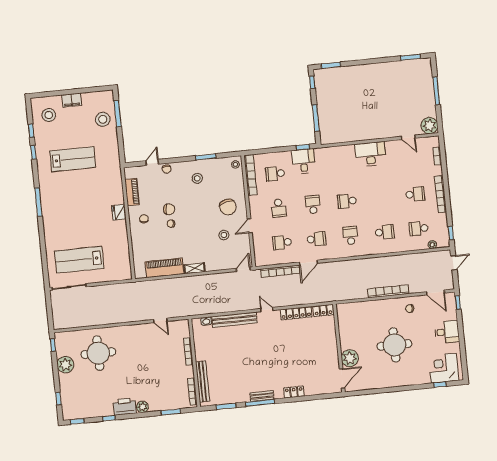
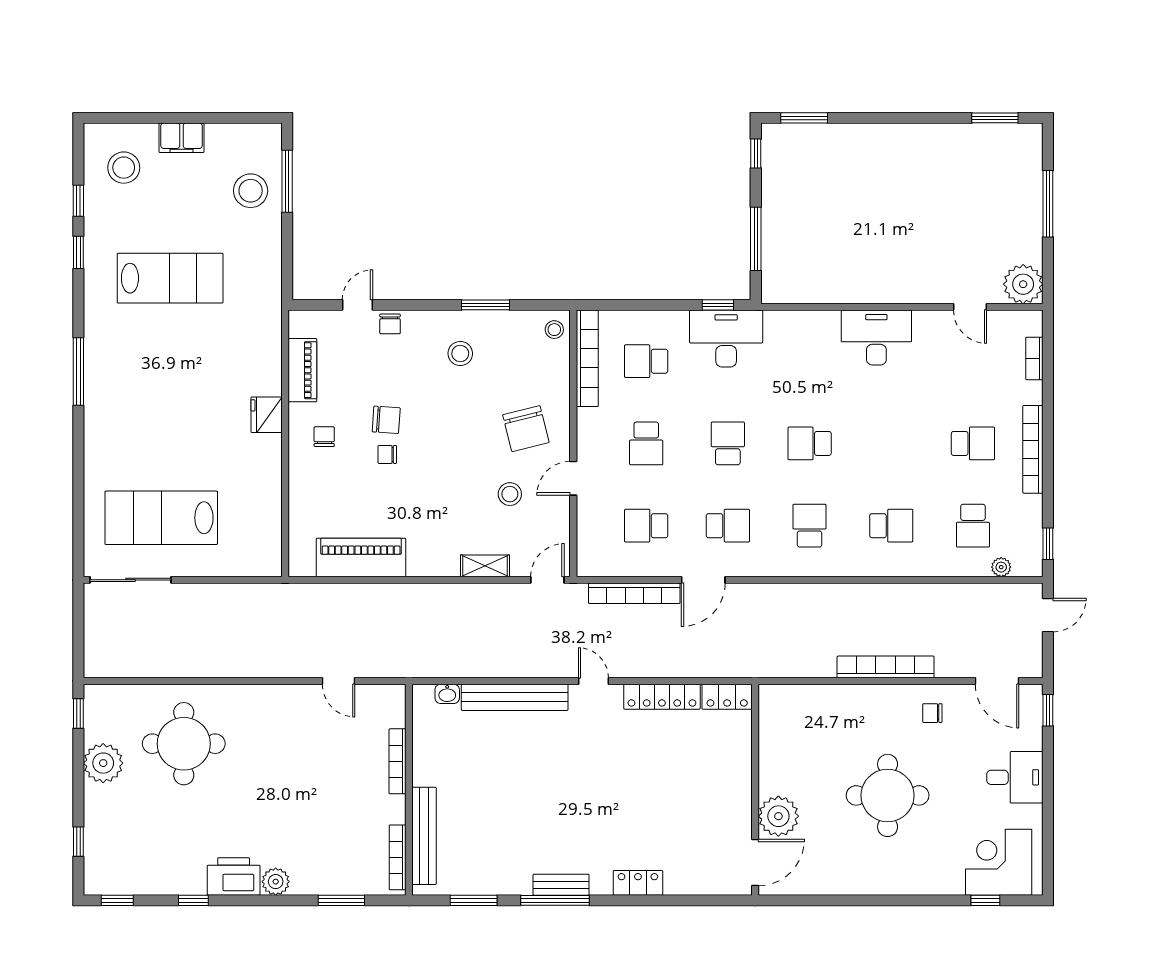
desk: (304, 161) -> (726, 339), width x1.37
school desk: (419, 229) -> (973, 526), turned -90
shelving: (194, 268) -> (485, 566), moved

